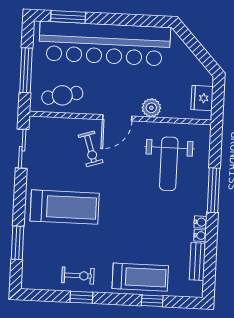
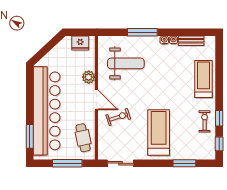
window: (152, 301) -> (219, 144), moved

